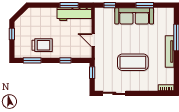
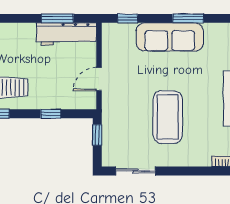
door: (93, 40) -> (99, 79), hinge flipped
coffee table: (133, 62) -> (168, 117), turned 90

